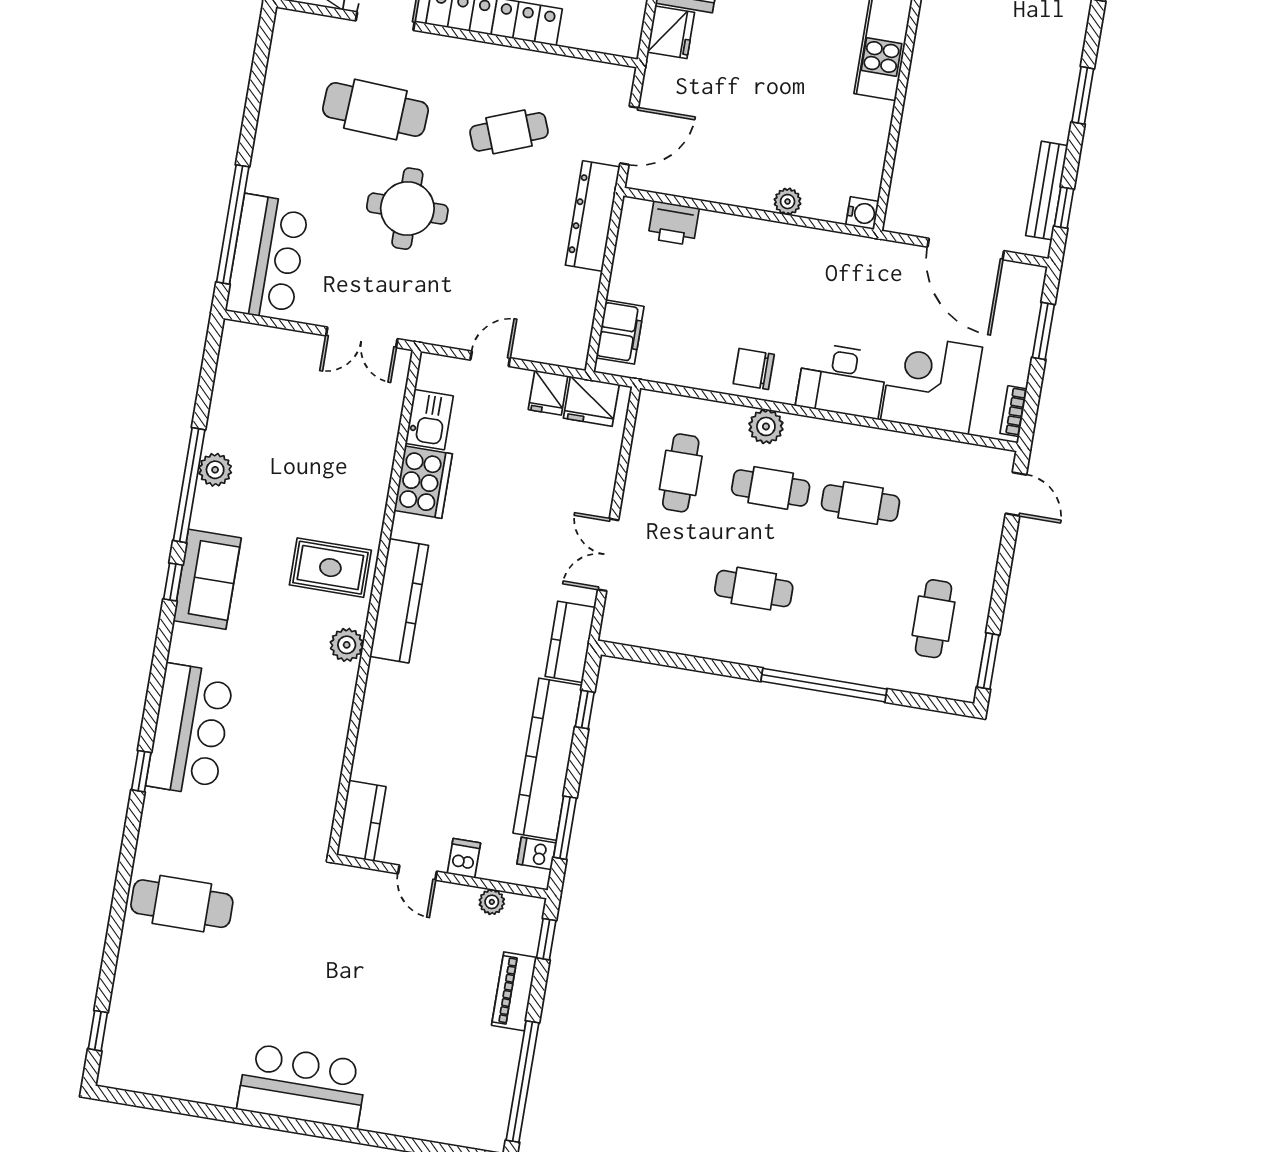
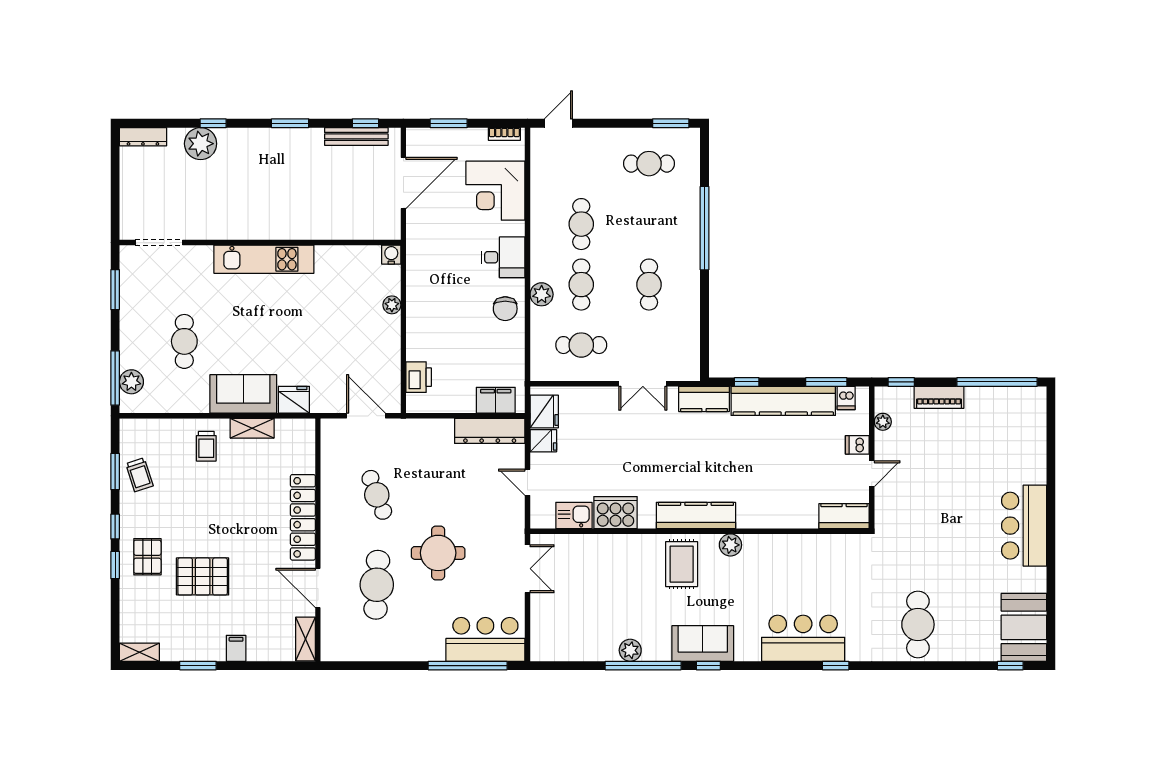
dresser: (593, 216) -> (490, 431), moved
desk: (842, 380) -> (503, 257), width x0.73
booth: (151, 1060) -> (1024, 627), added

